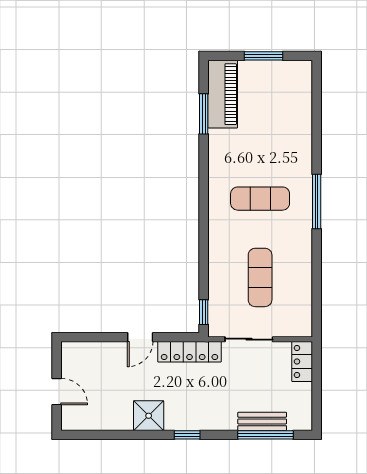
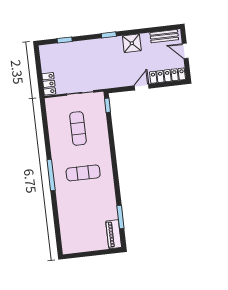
window: (264, 56) -> (90, 254), removed
piano: (223, 94) -> (114, 234), width x0.73, depth x0.75
locker: (189, 352) -> (168, 76), moved
bench: (262, 421) -> (164, 36), moved
window: (266, 435) -> (65, 40), width x0.46

